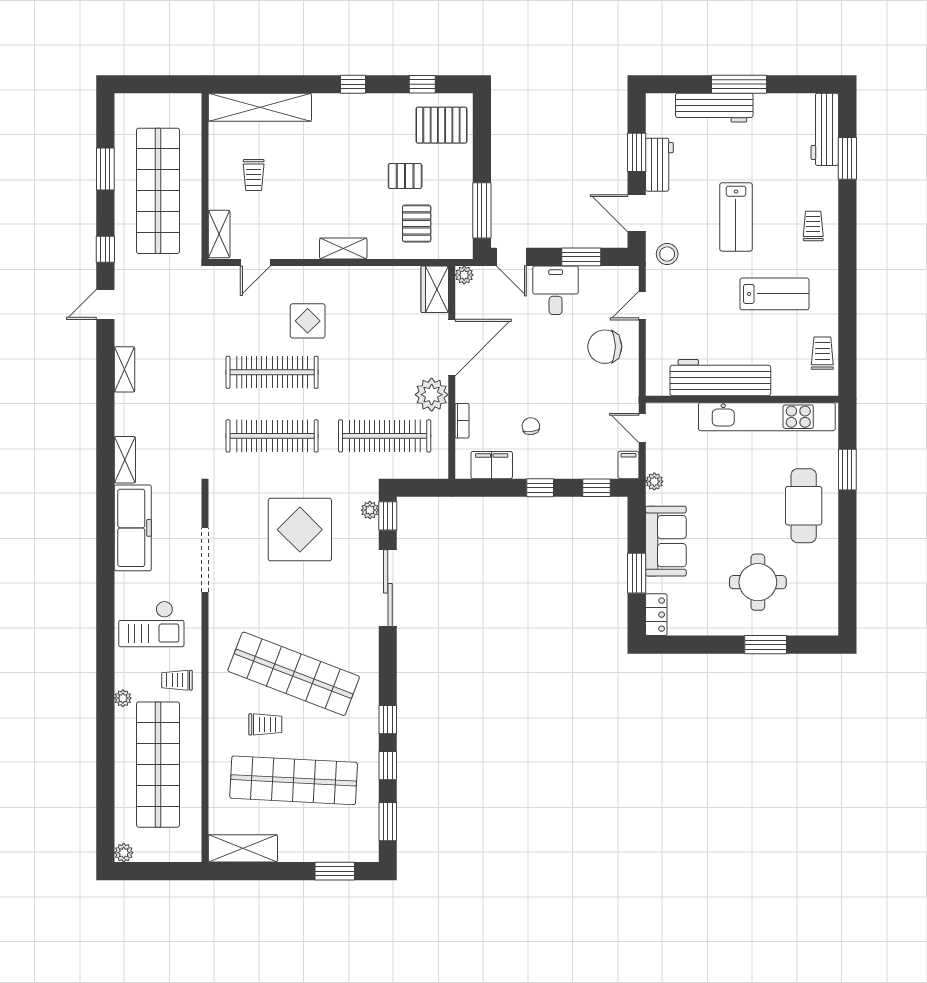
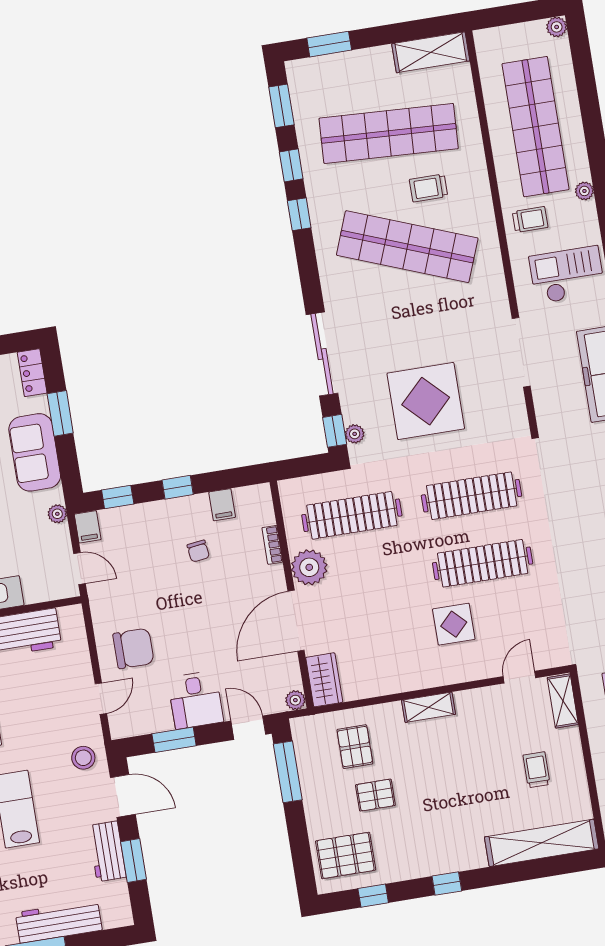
filing cabinet: (492, 465) -> (222, 505), width x0.50

